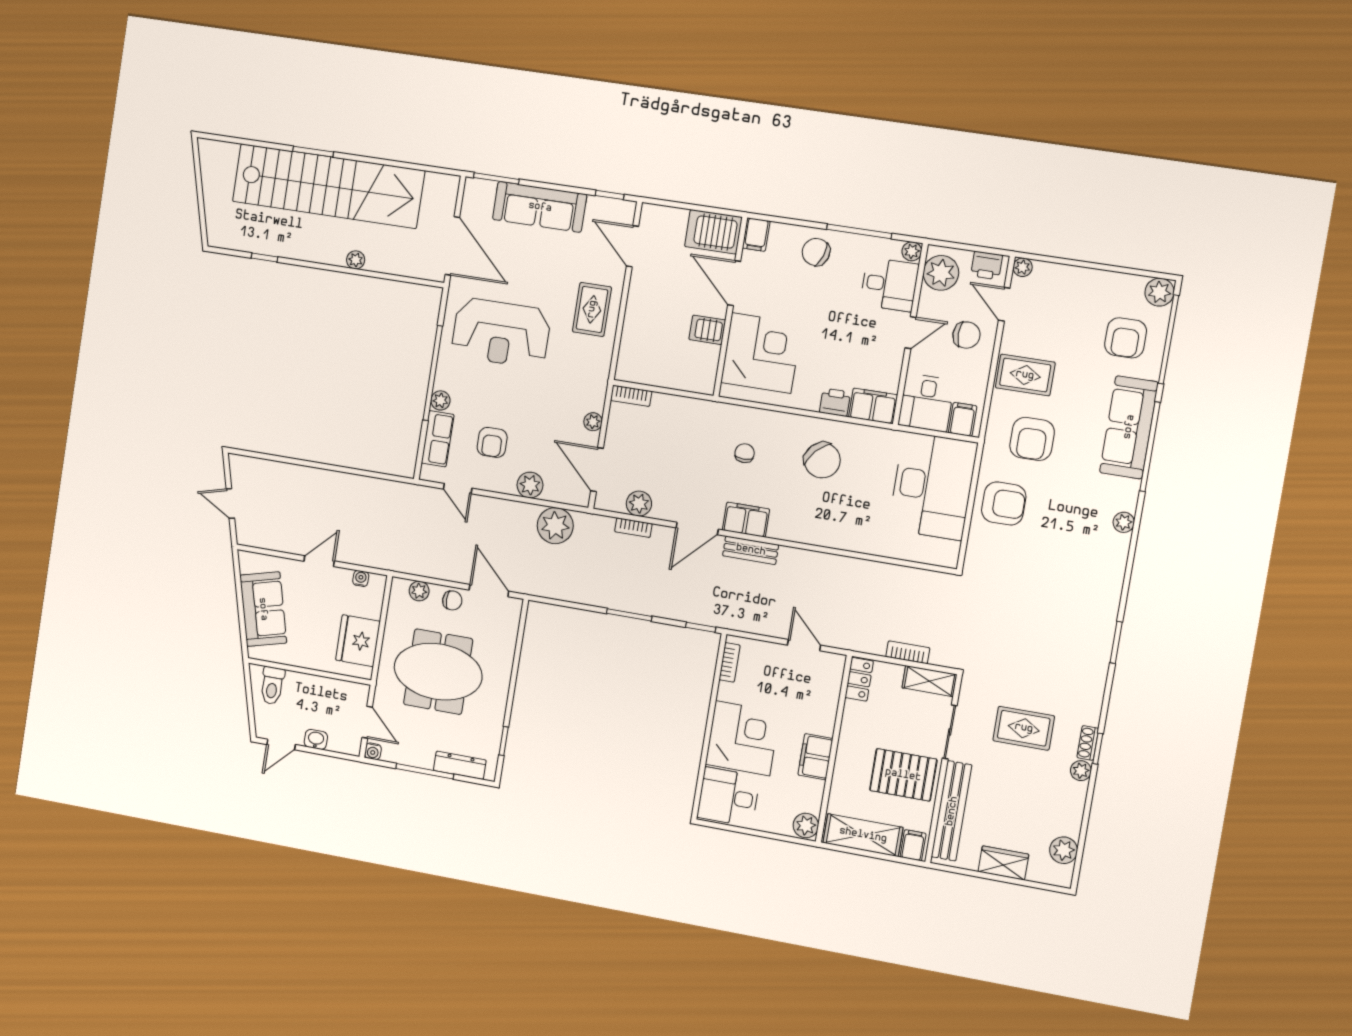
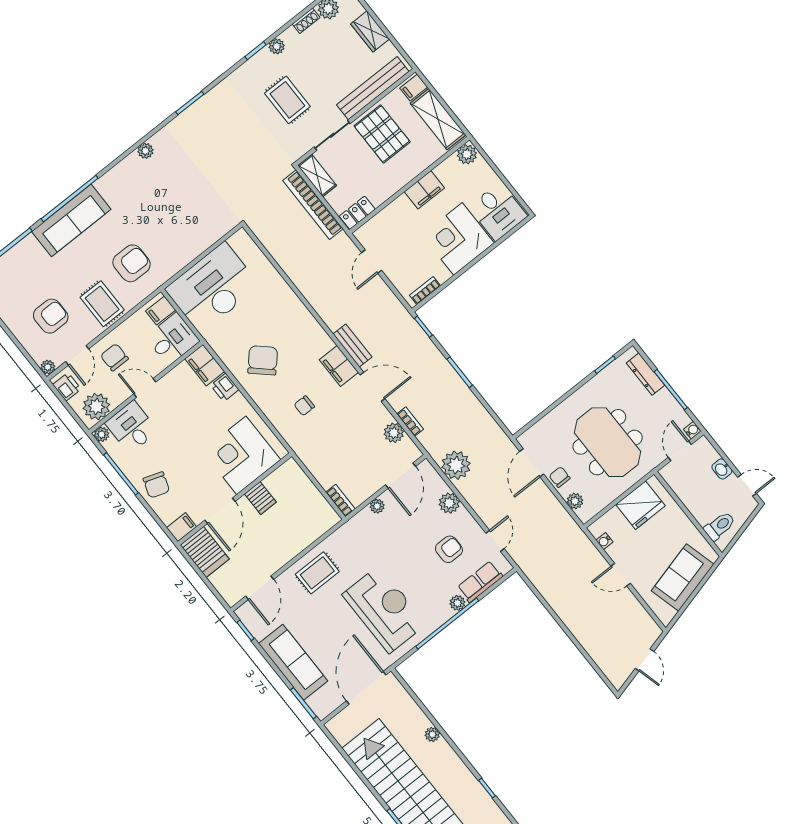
armchair: (1126, 338) -> (51, 316), moved
armchair: (1004, 503) -> (181, 241), removed
plant: (1124, 522) -> (145, 151), moved
bookcase: (908, 652) -> (313, 205), width x2.31, depth x1.31
shoe rack: (1088, 743) -> (306, 21), moved

